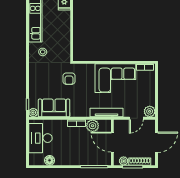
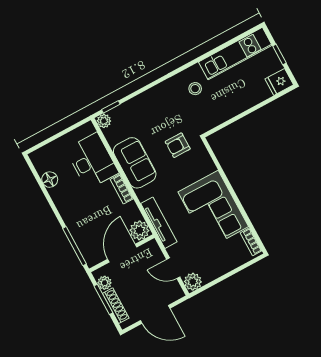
sofa: (54, 108) -> (135, 163), moved
plant: (93, 126) -> (139, 230), moved
desk: (40, 138) -> (92, 161), moved, turned 90

